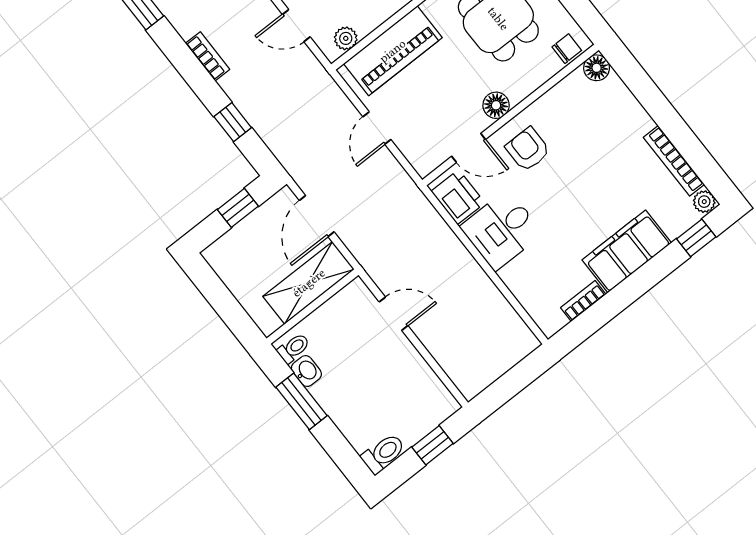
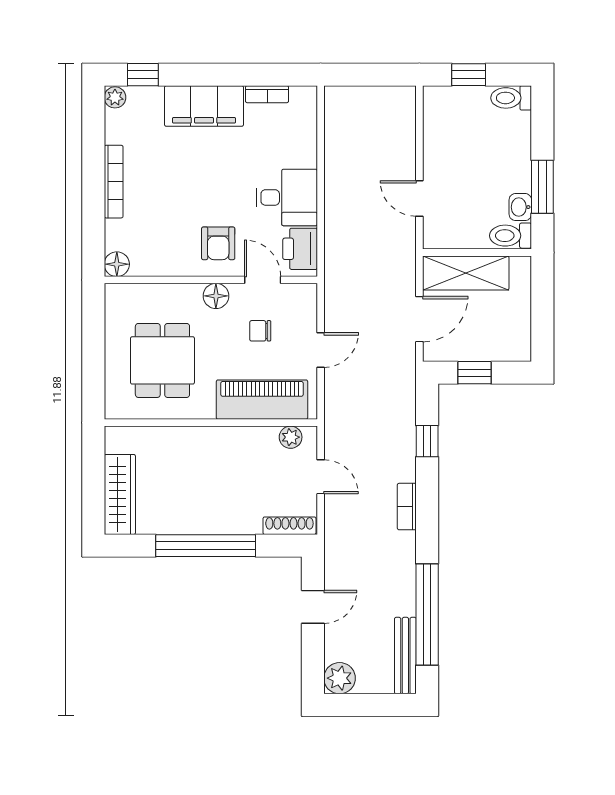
chair: (567, 49) -> (260, 331), moved
bookcase: (674, 161) -> (114, 182), moved
toilet: (294, 348) -> (511, 236), width x1.37, depth x1.39

